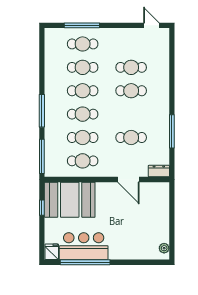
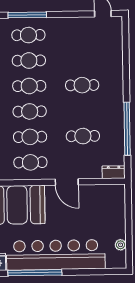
cafe table: (131, 67) -> (82, 60), removed
window: (172, 131) -> (127, 129), width x1.46
door: (128, 179) -> (67, 182), moved
bar counter: (84, 246) -> (56, 255), width x1.86
plant: (164, 248) -> (120, 245), moved

